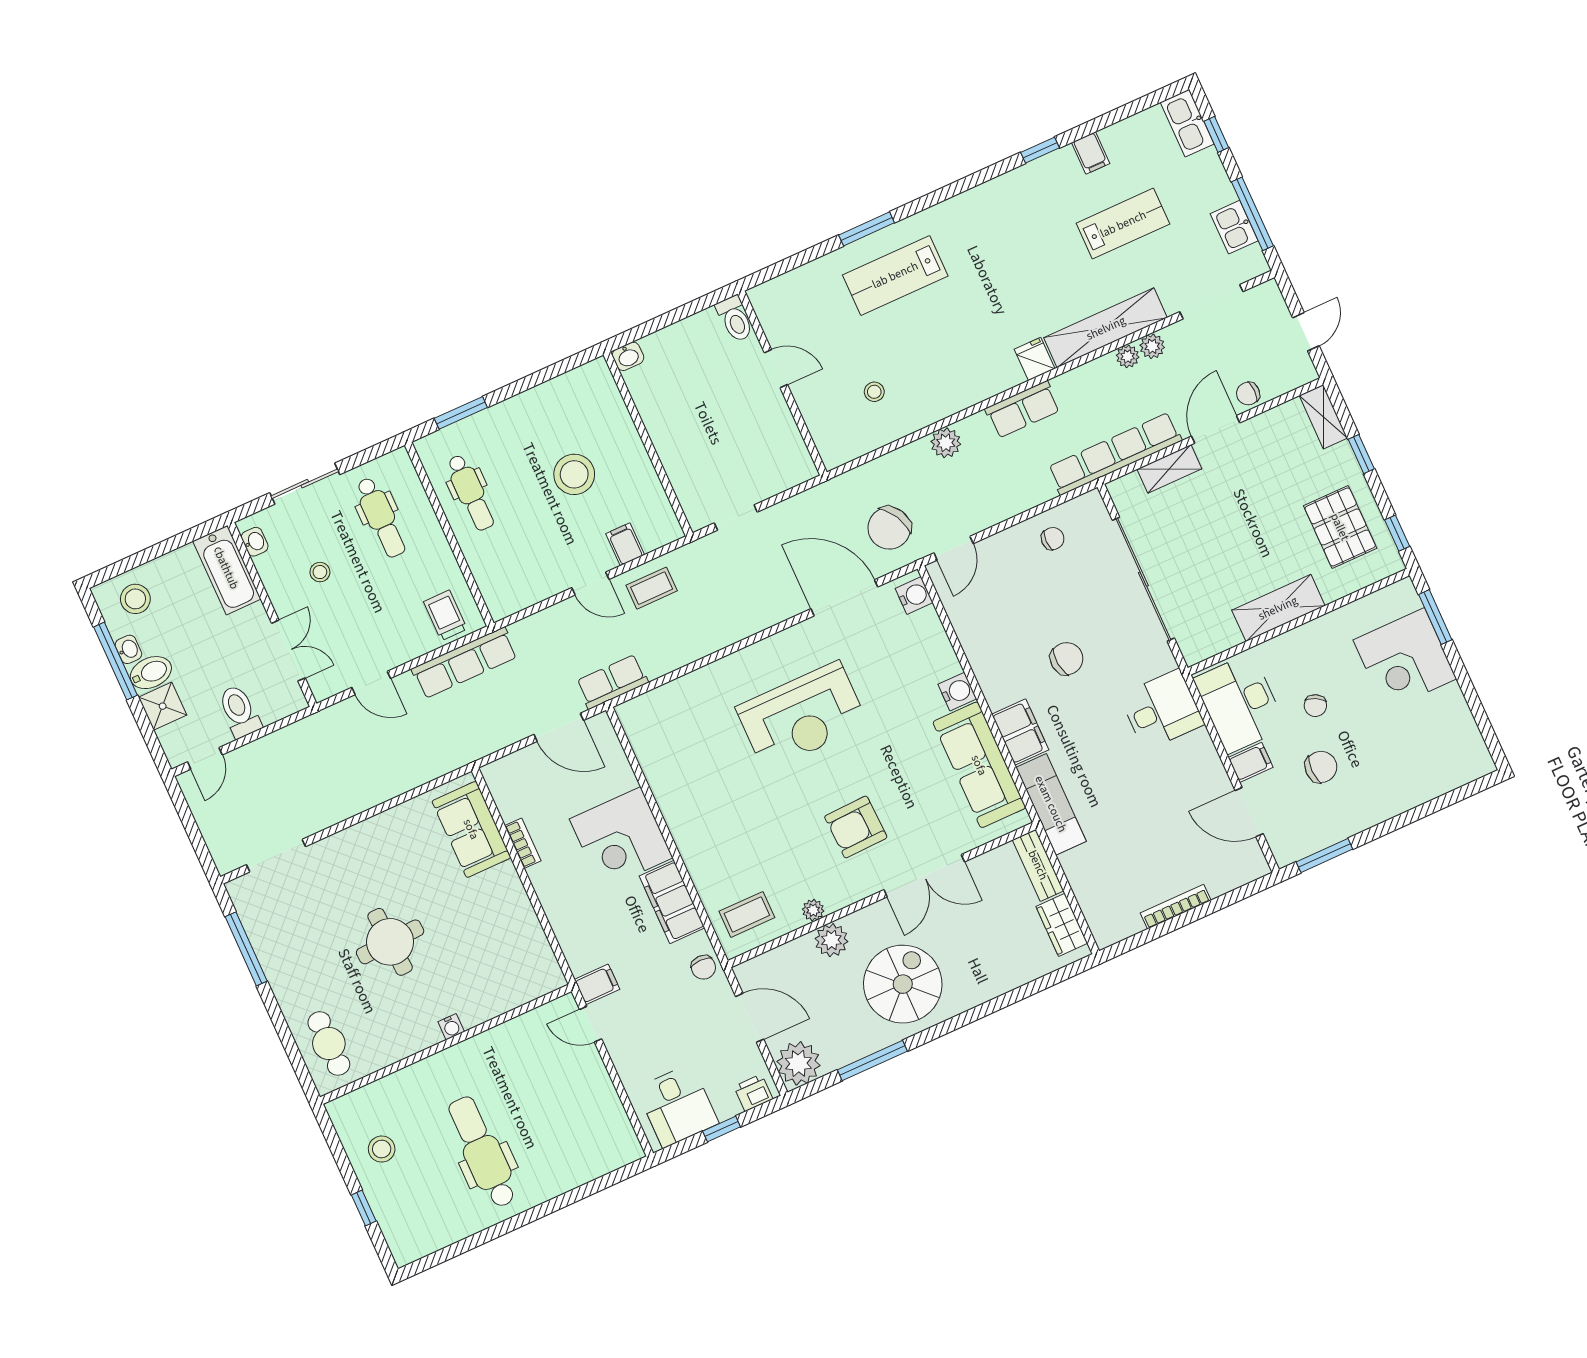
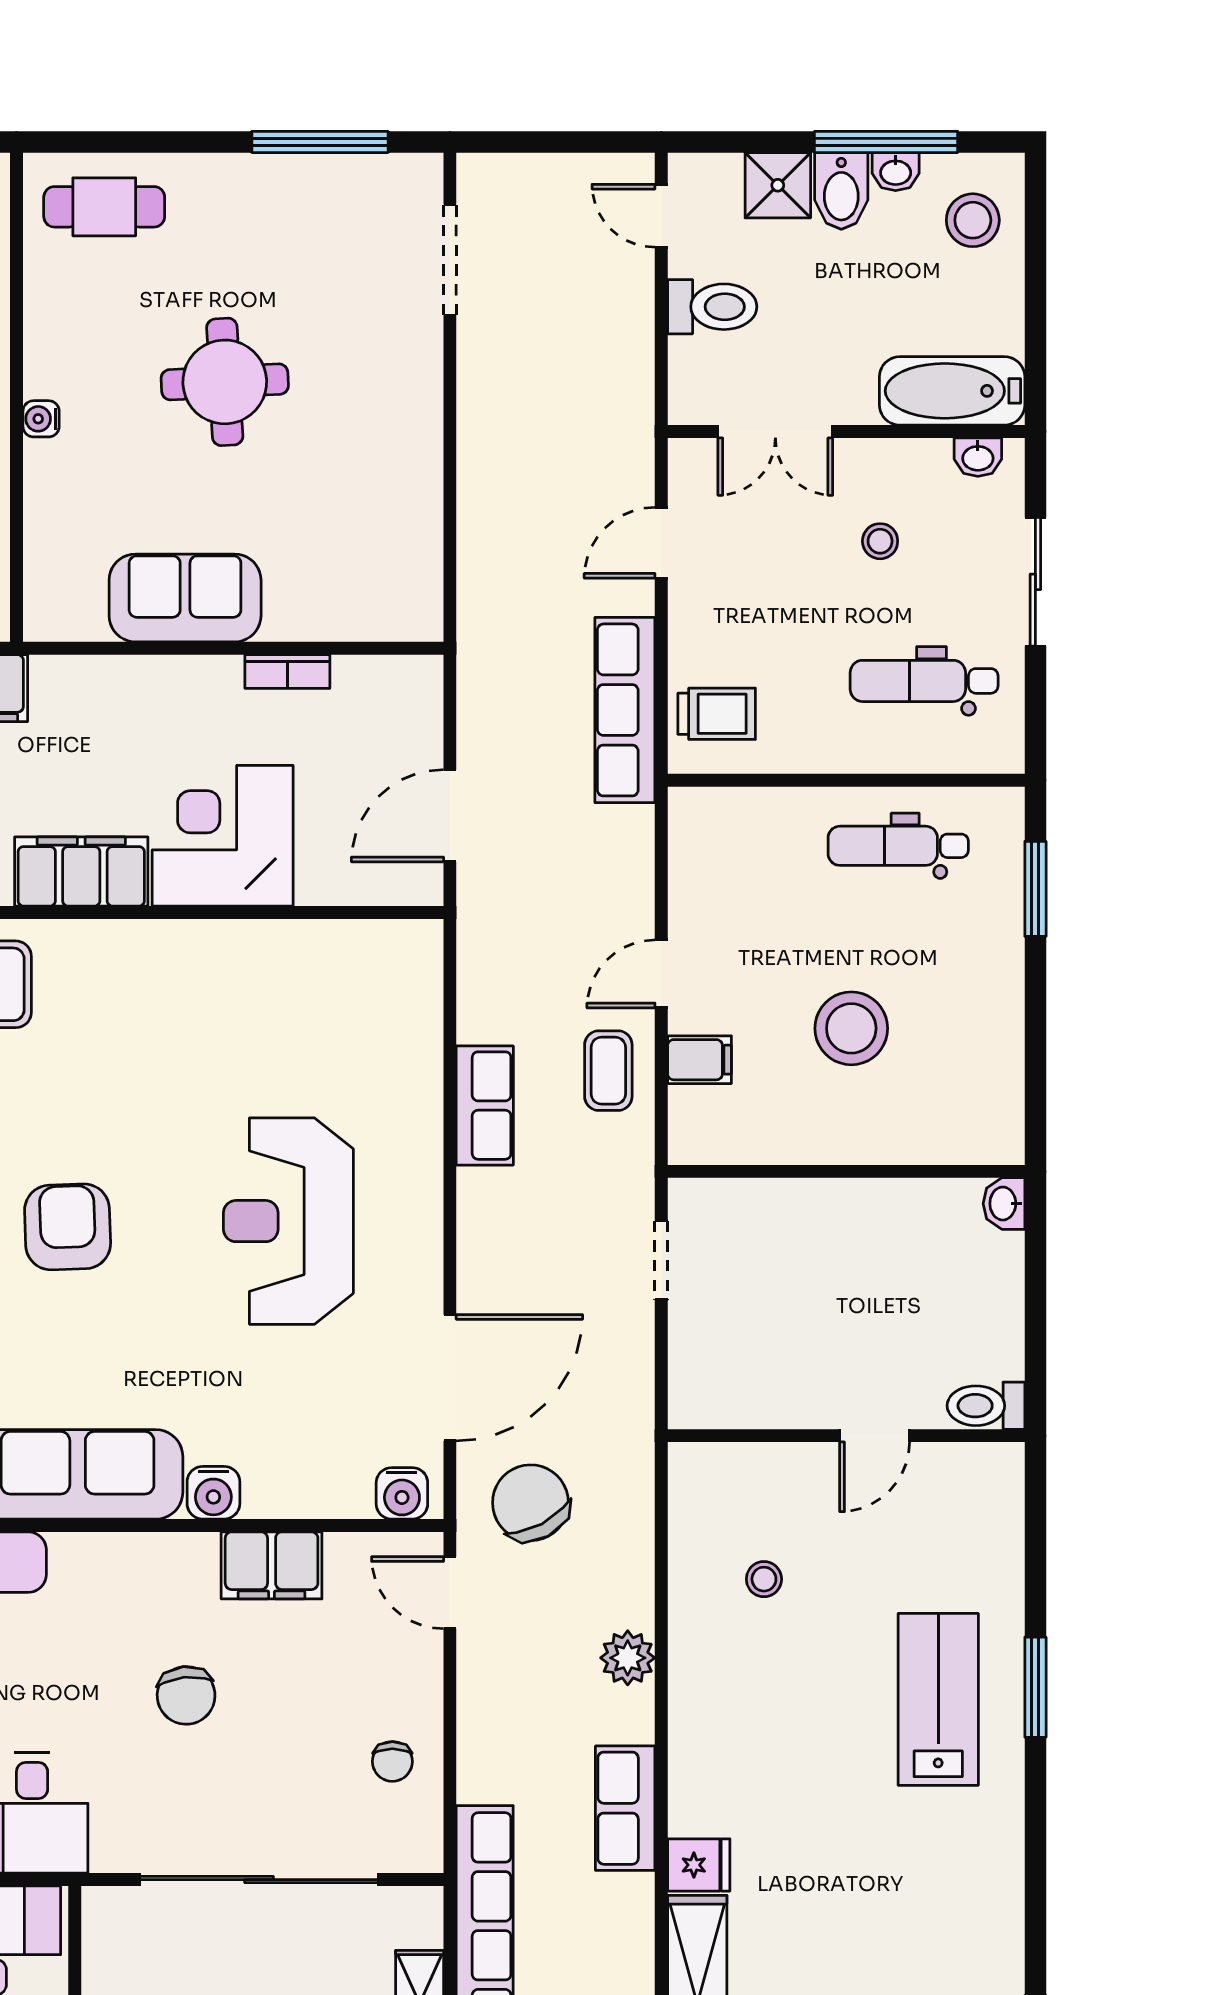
row of seats: (612, 682) -> (485, 1106), moved
filing cabinet: (1020, 732) -> (272, 1565), moved
sofa: (471, 829) -> (185, 598), moved

